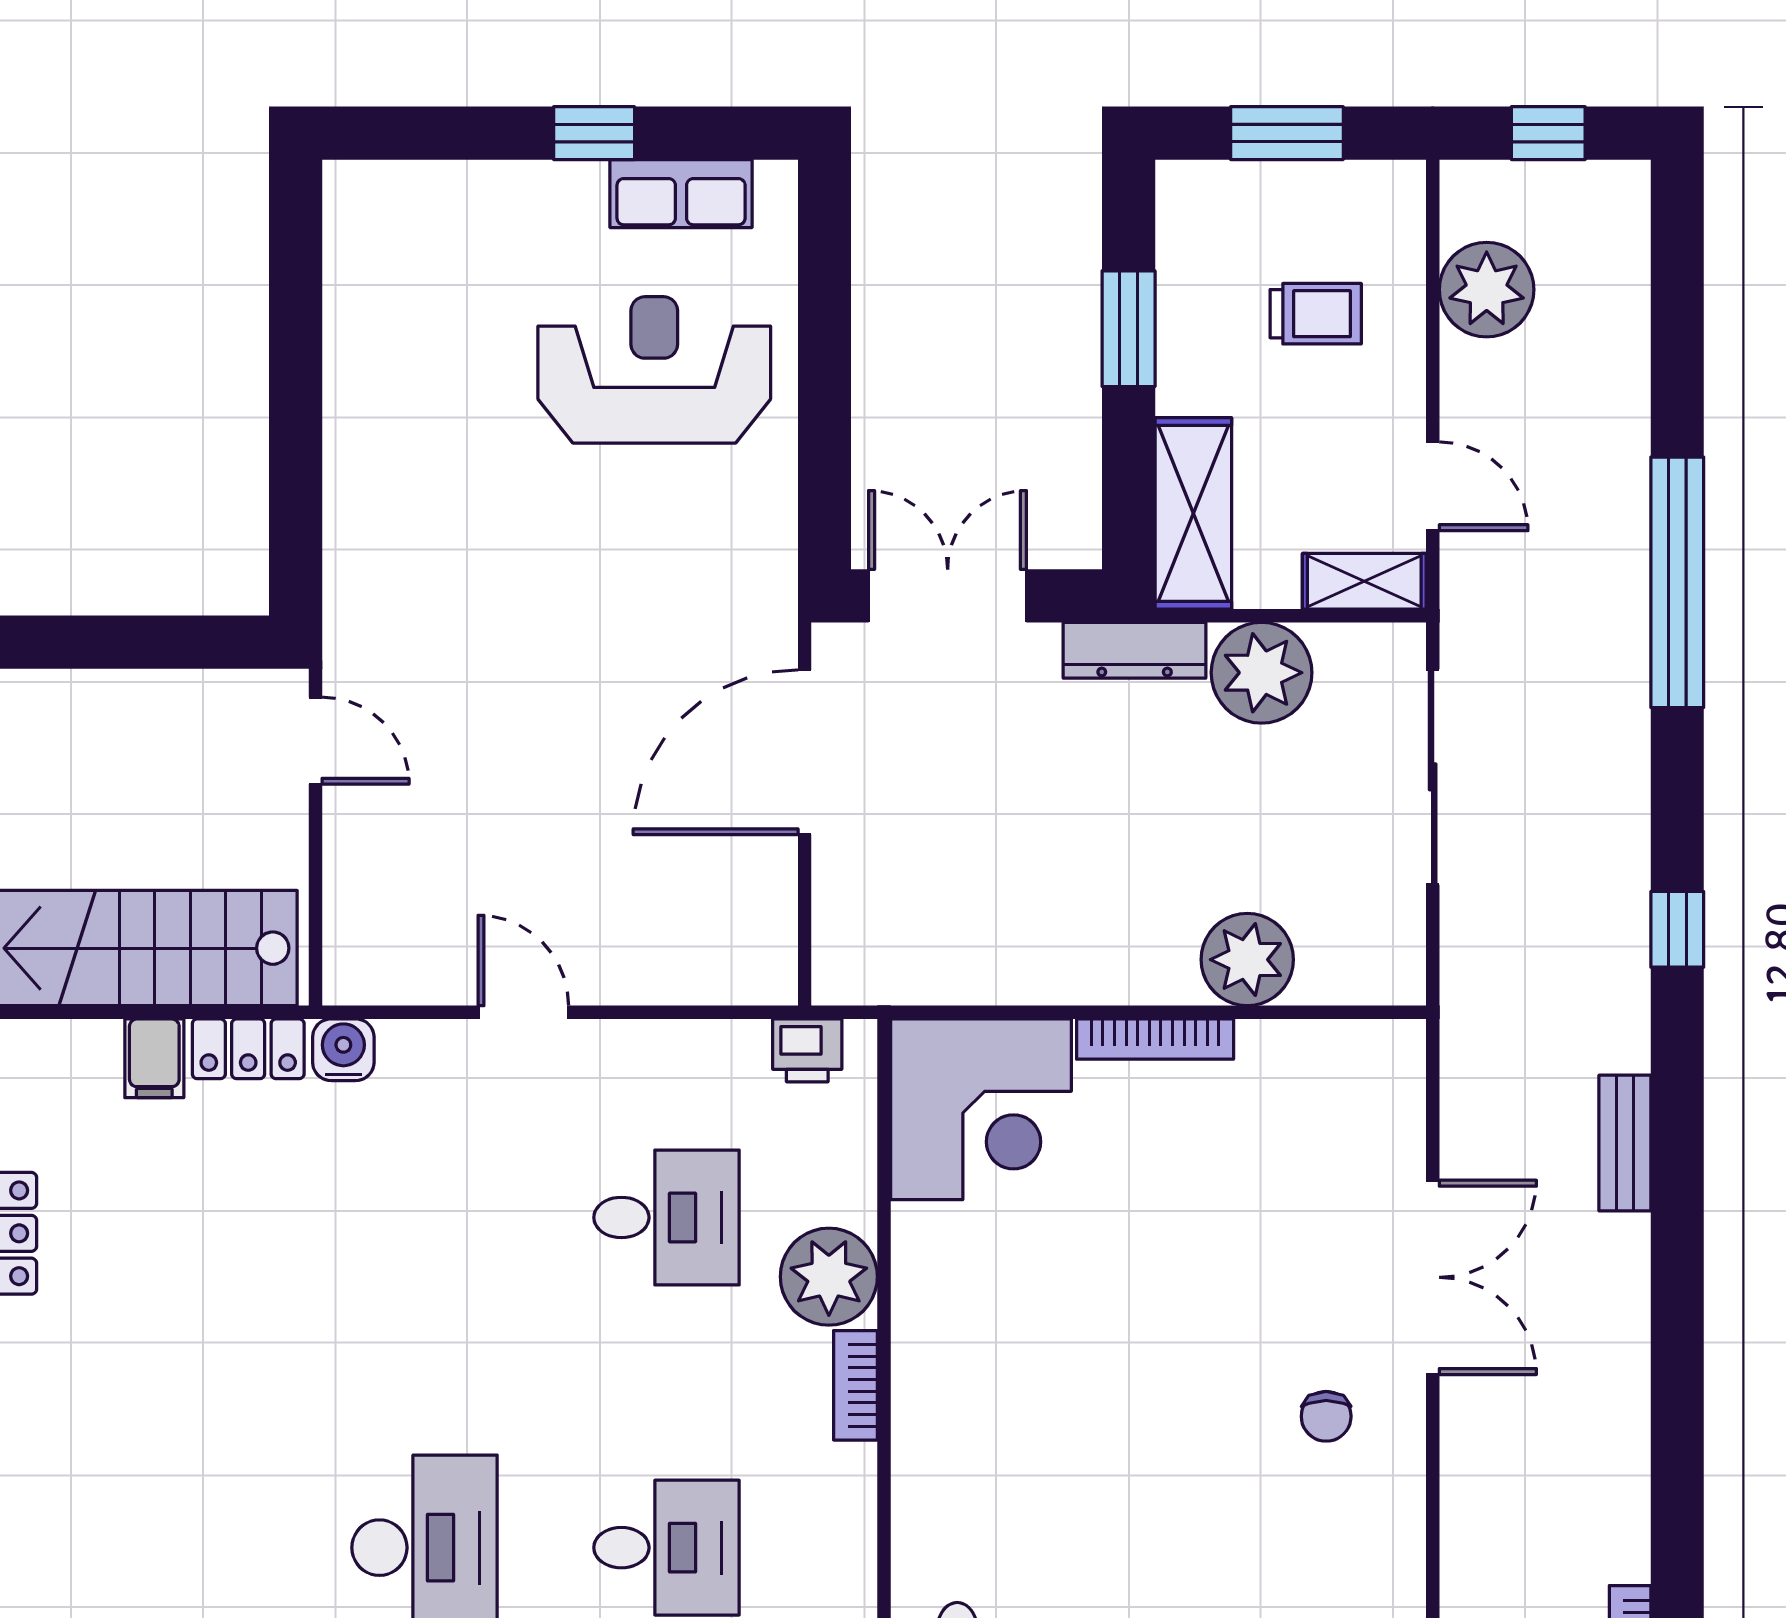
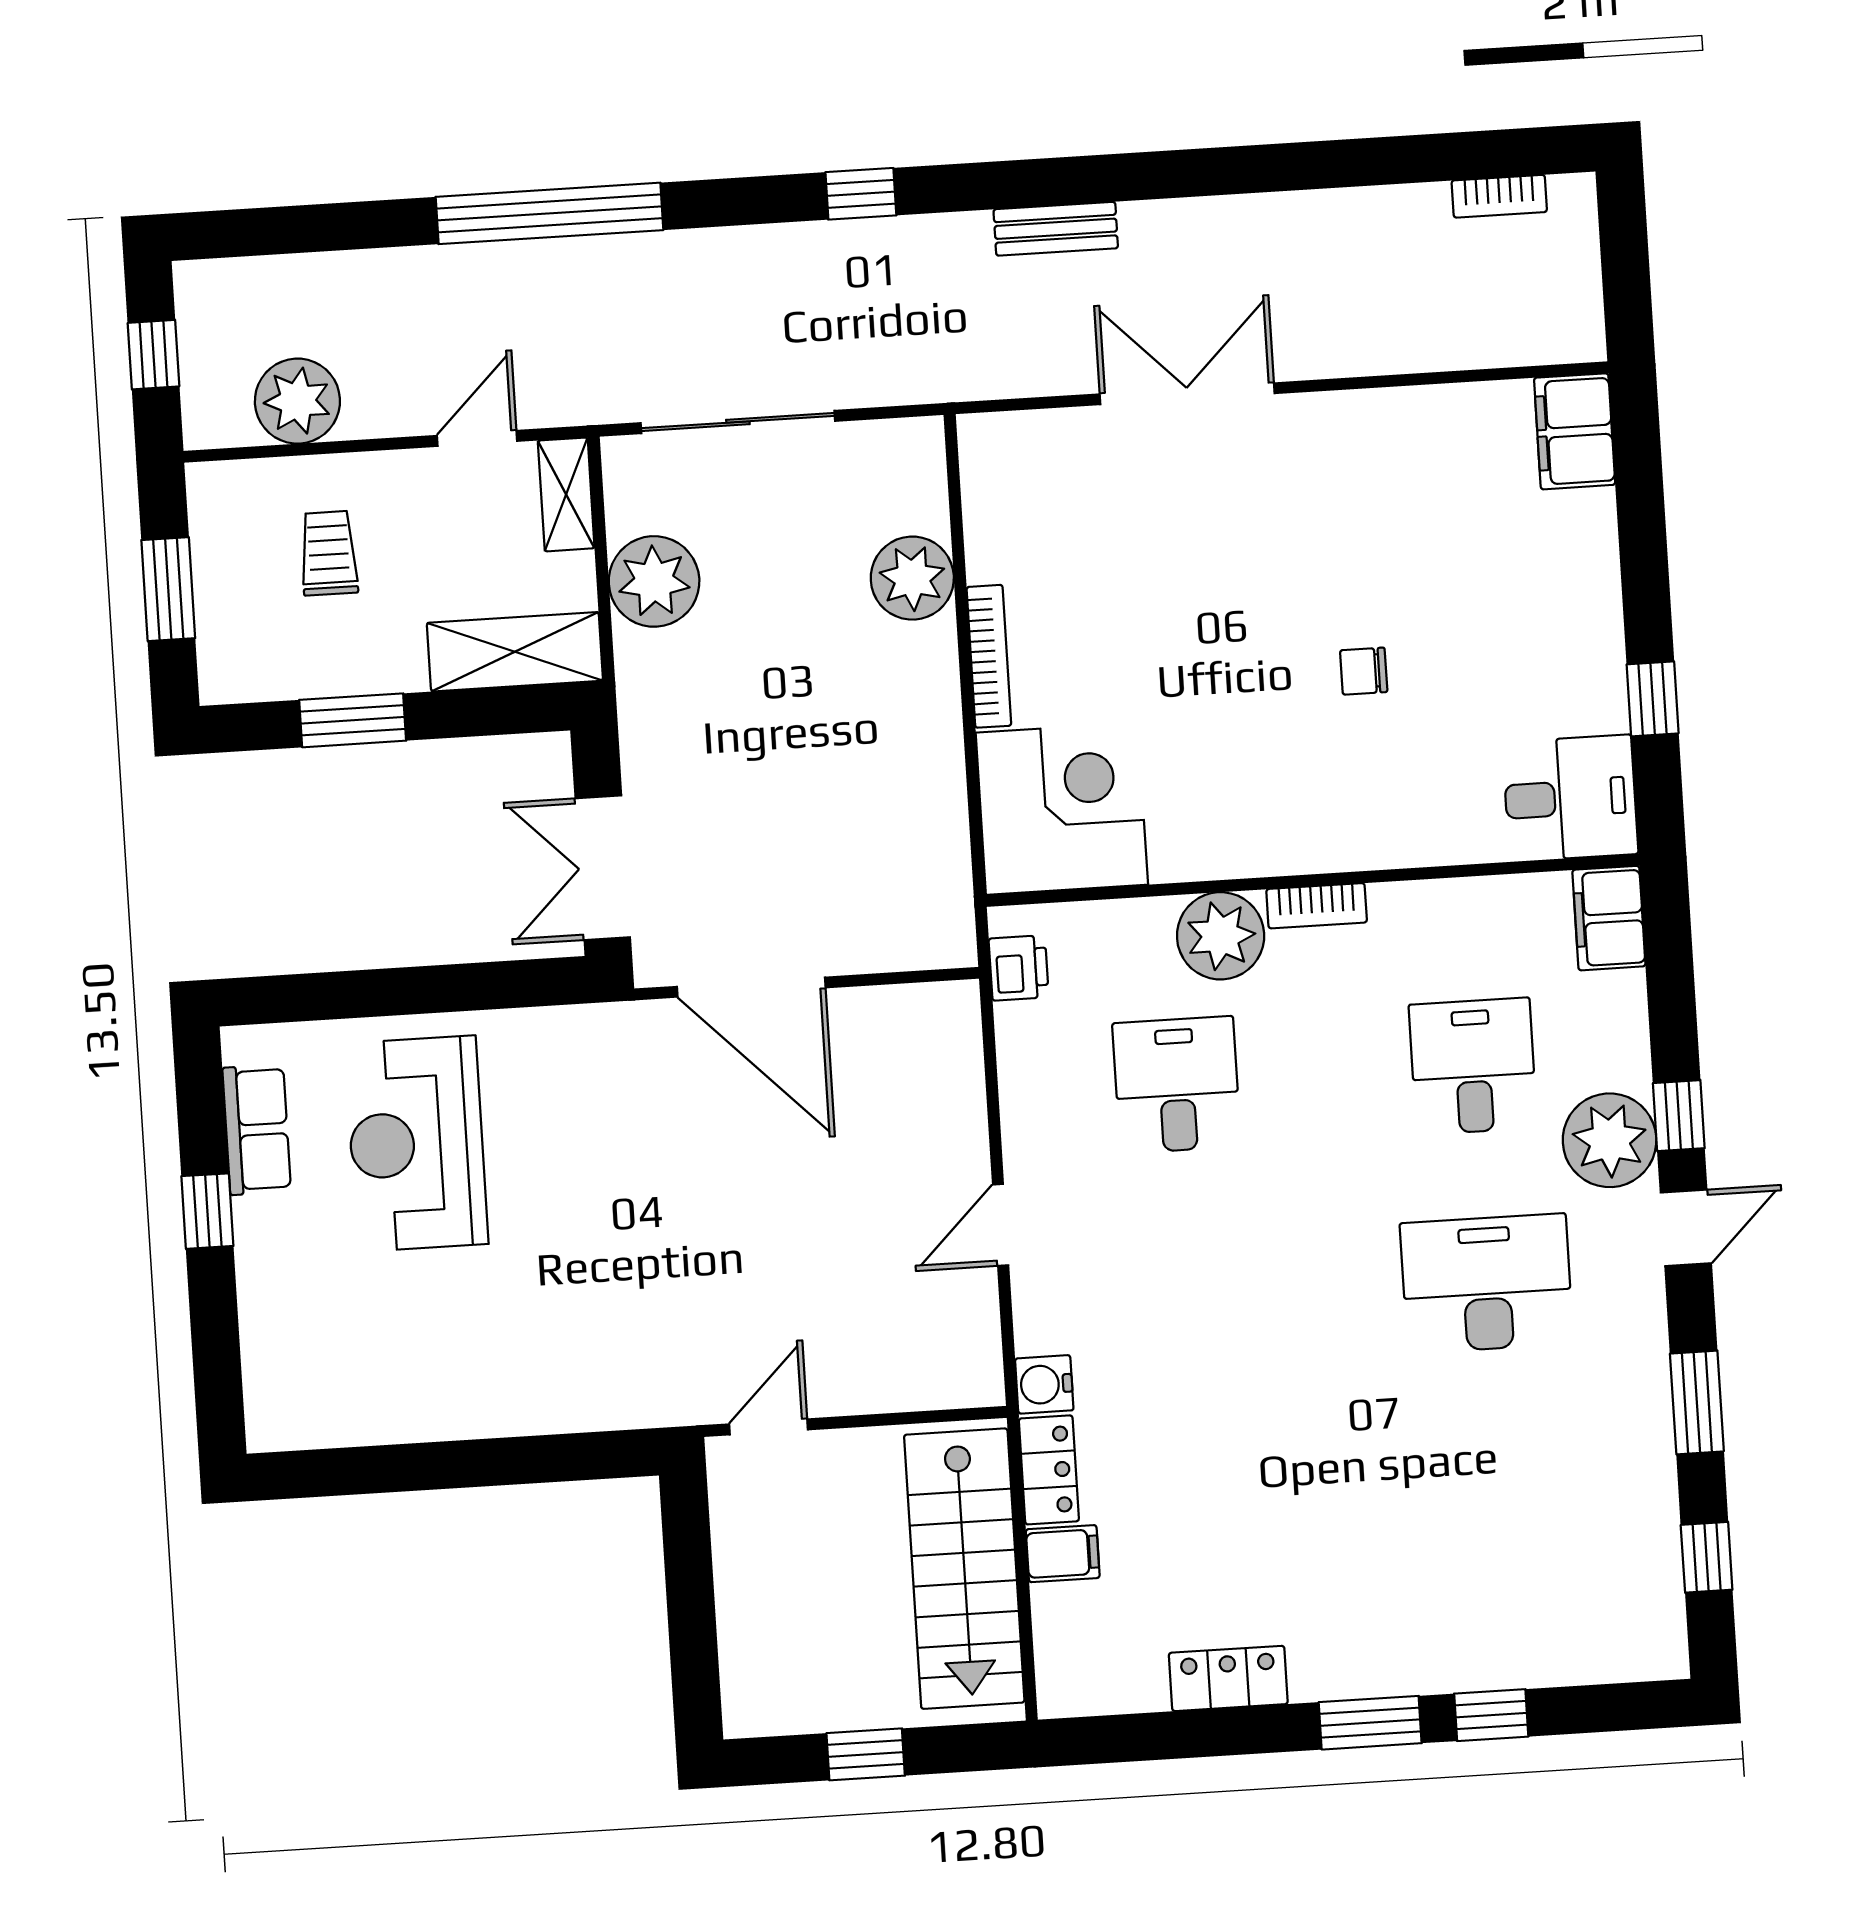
dresser: (1135, 650) -> (641, 697), removed
chair: (1326, 1416) -> (1364, 671), moved, turned 180

